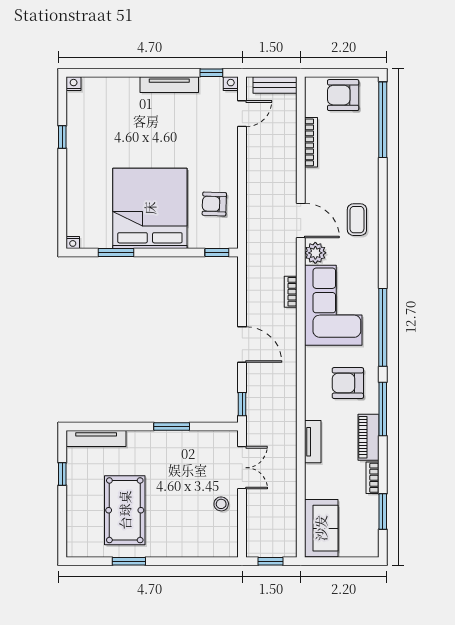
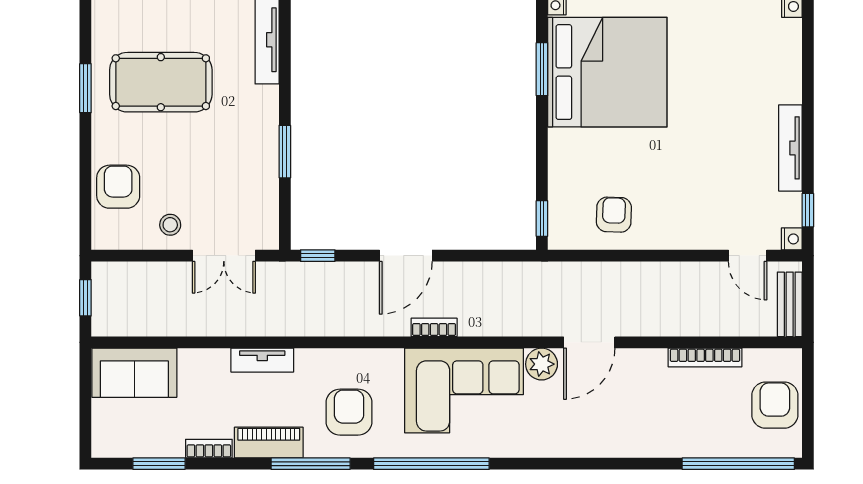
bed: (150, 208) -> (607, 72), moved
coffee table: (357, 220) -> (591, 426), removed
bookcase: (291, 292) -> (434, 327), moved
armchair: (195, 539) -> (118, 187), added

